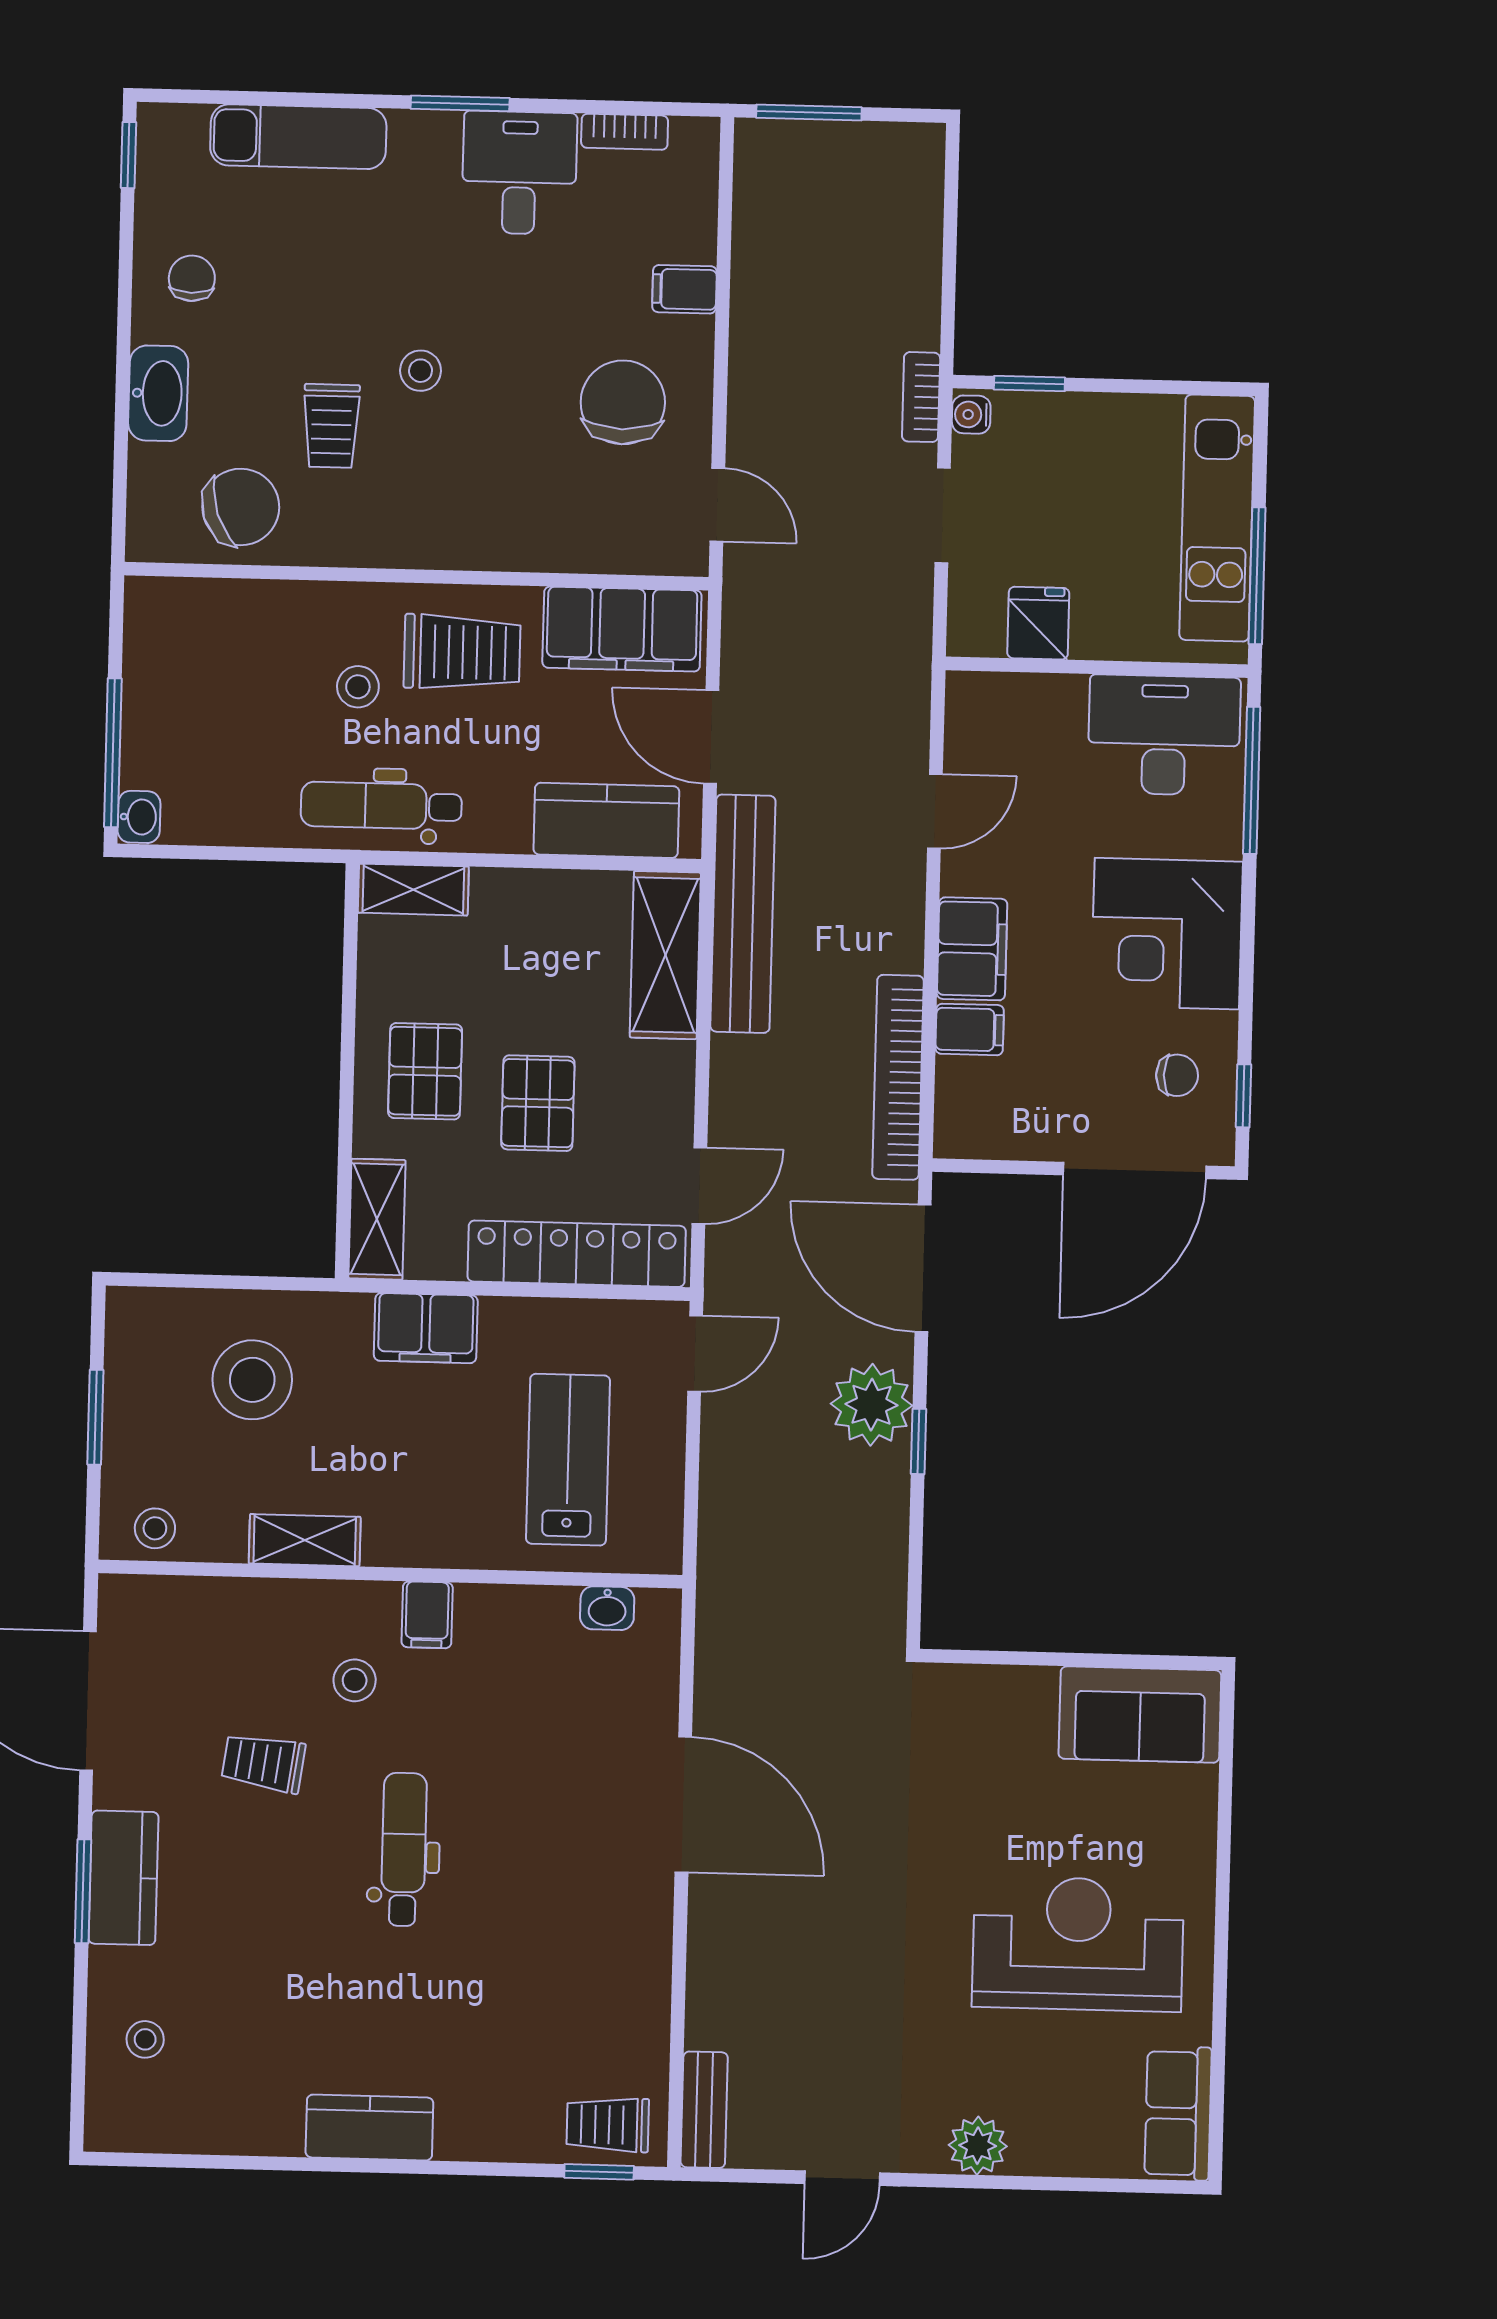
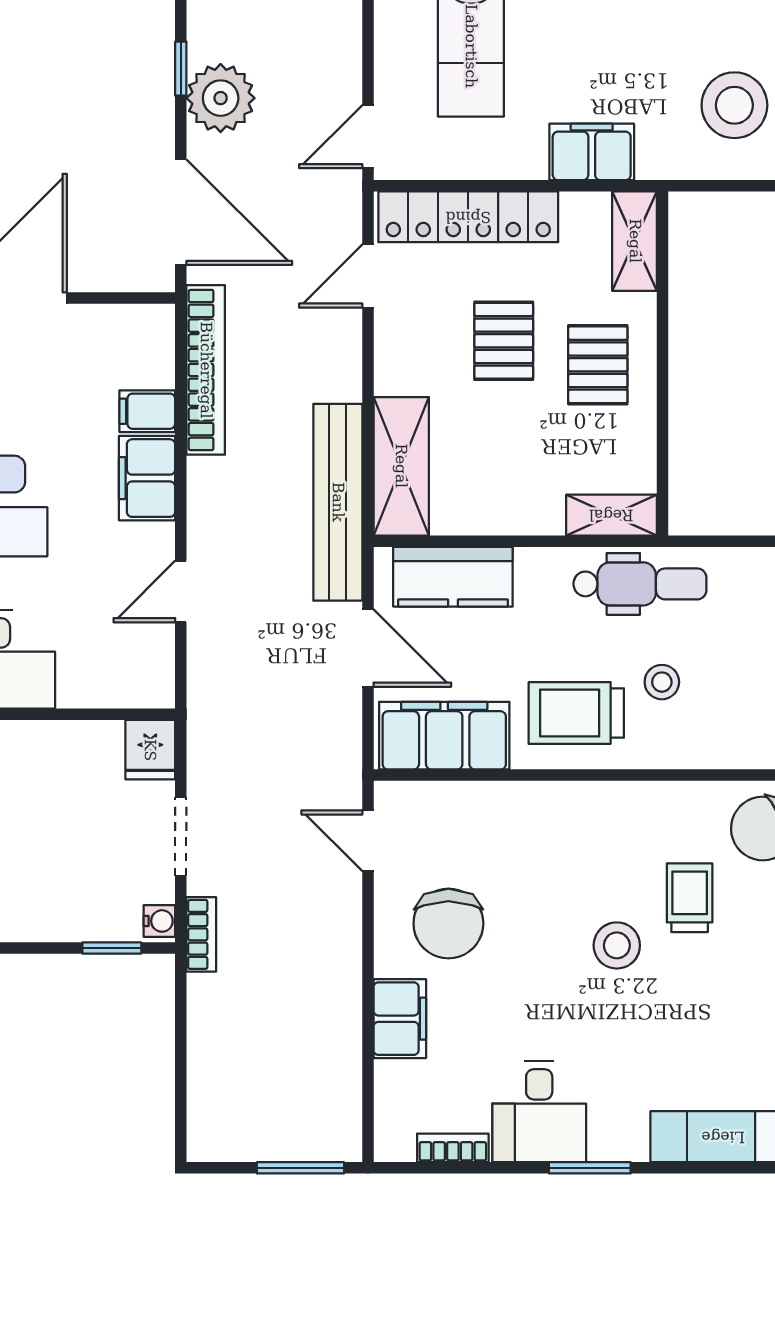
filing cabinet: (684, 289) -> (400, 1019), width x2.00
stool: (421, 371) -> (617, 945), width x1.37, depth x1.37
fridge: (1038, 623) -> (150, 750), moved

